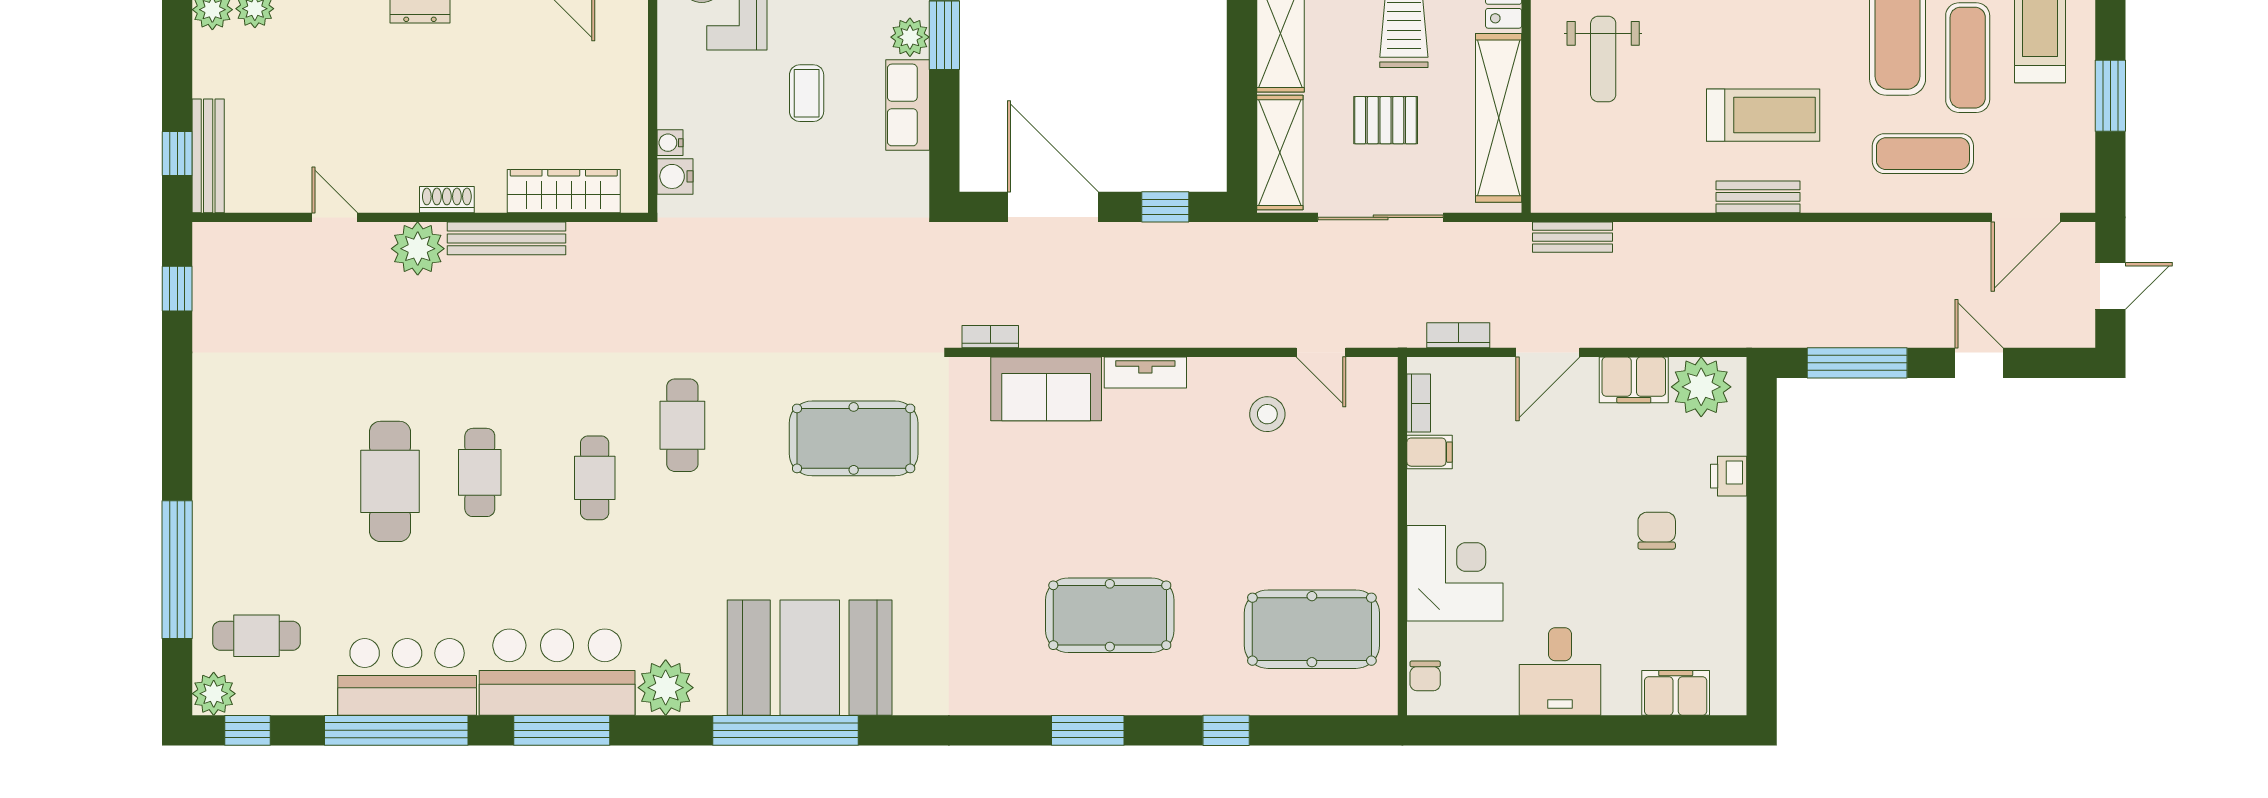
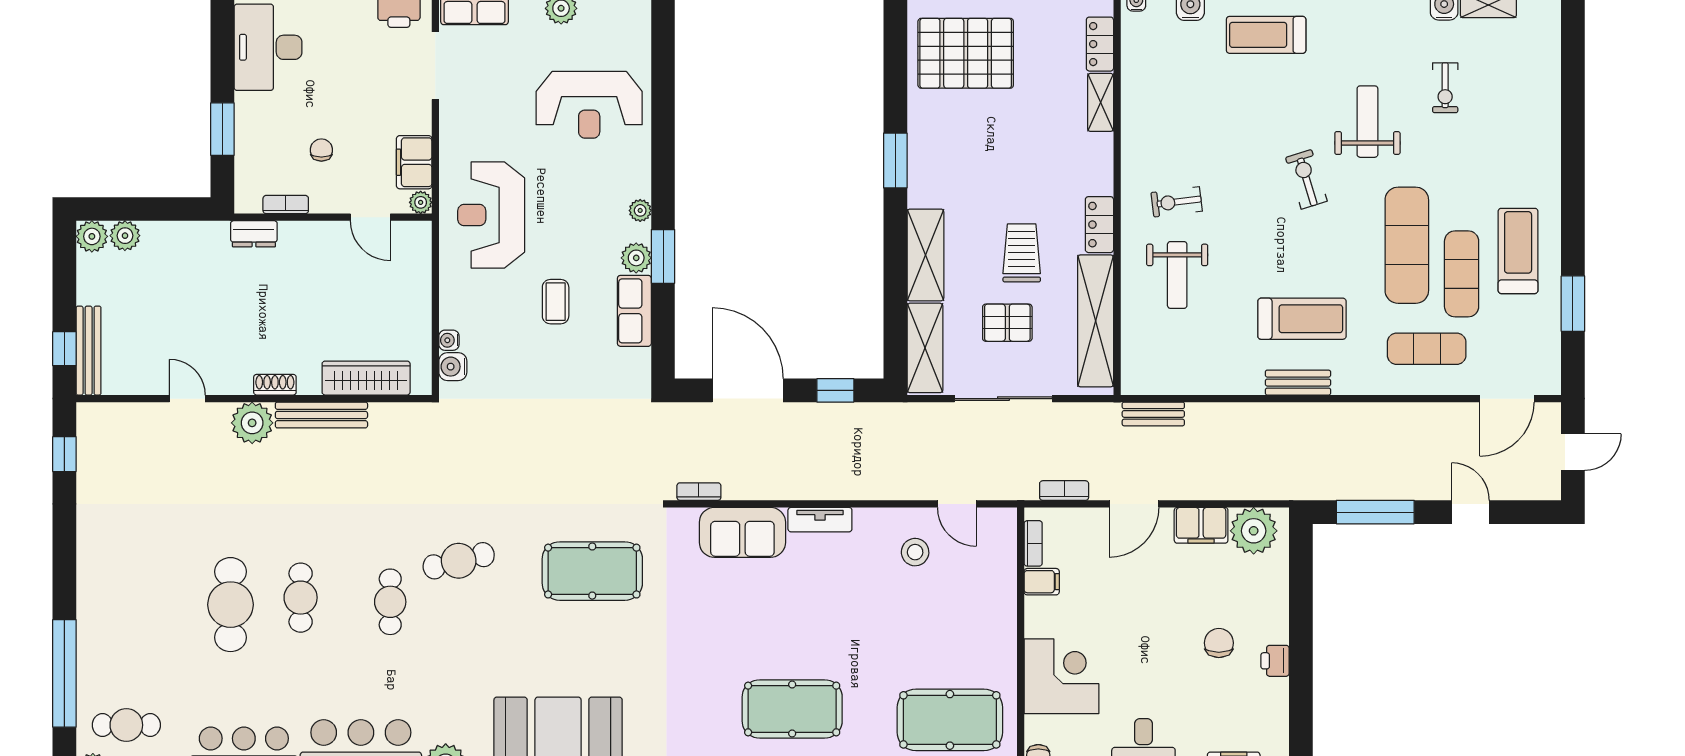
cafe table: (682, 425) -> (459, 561), turned 76
printer: (1729, 476) -> (1275, 661), moved

